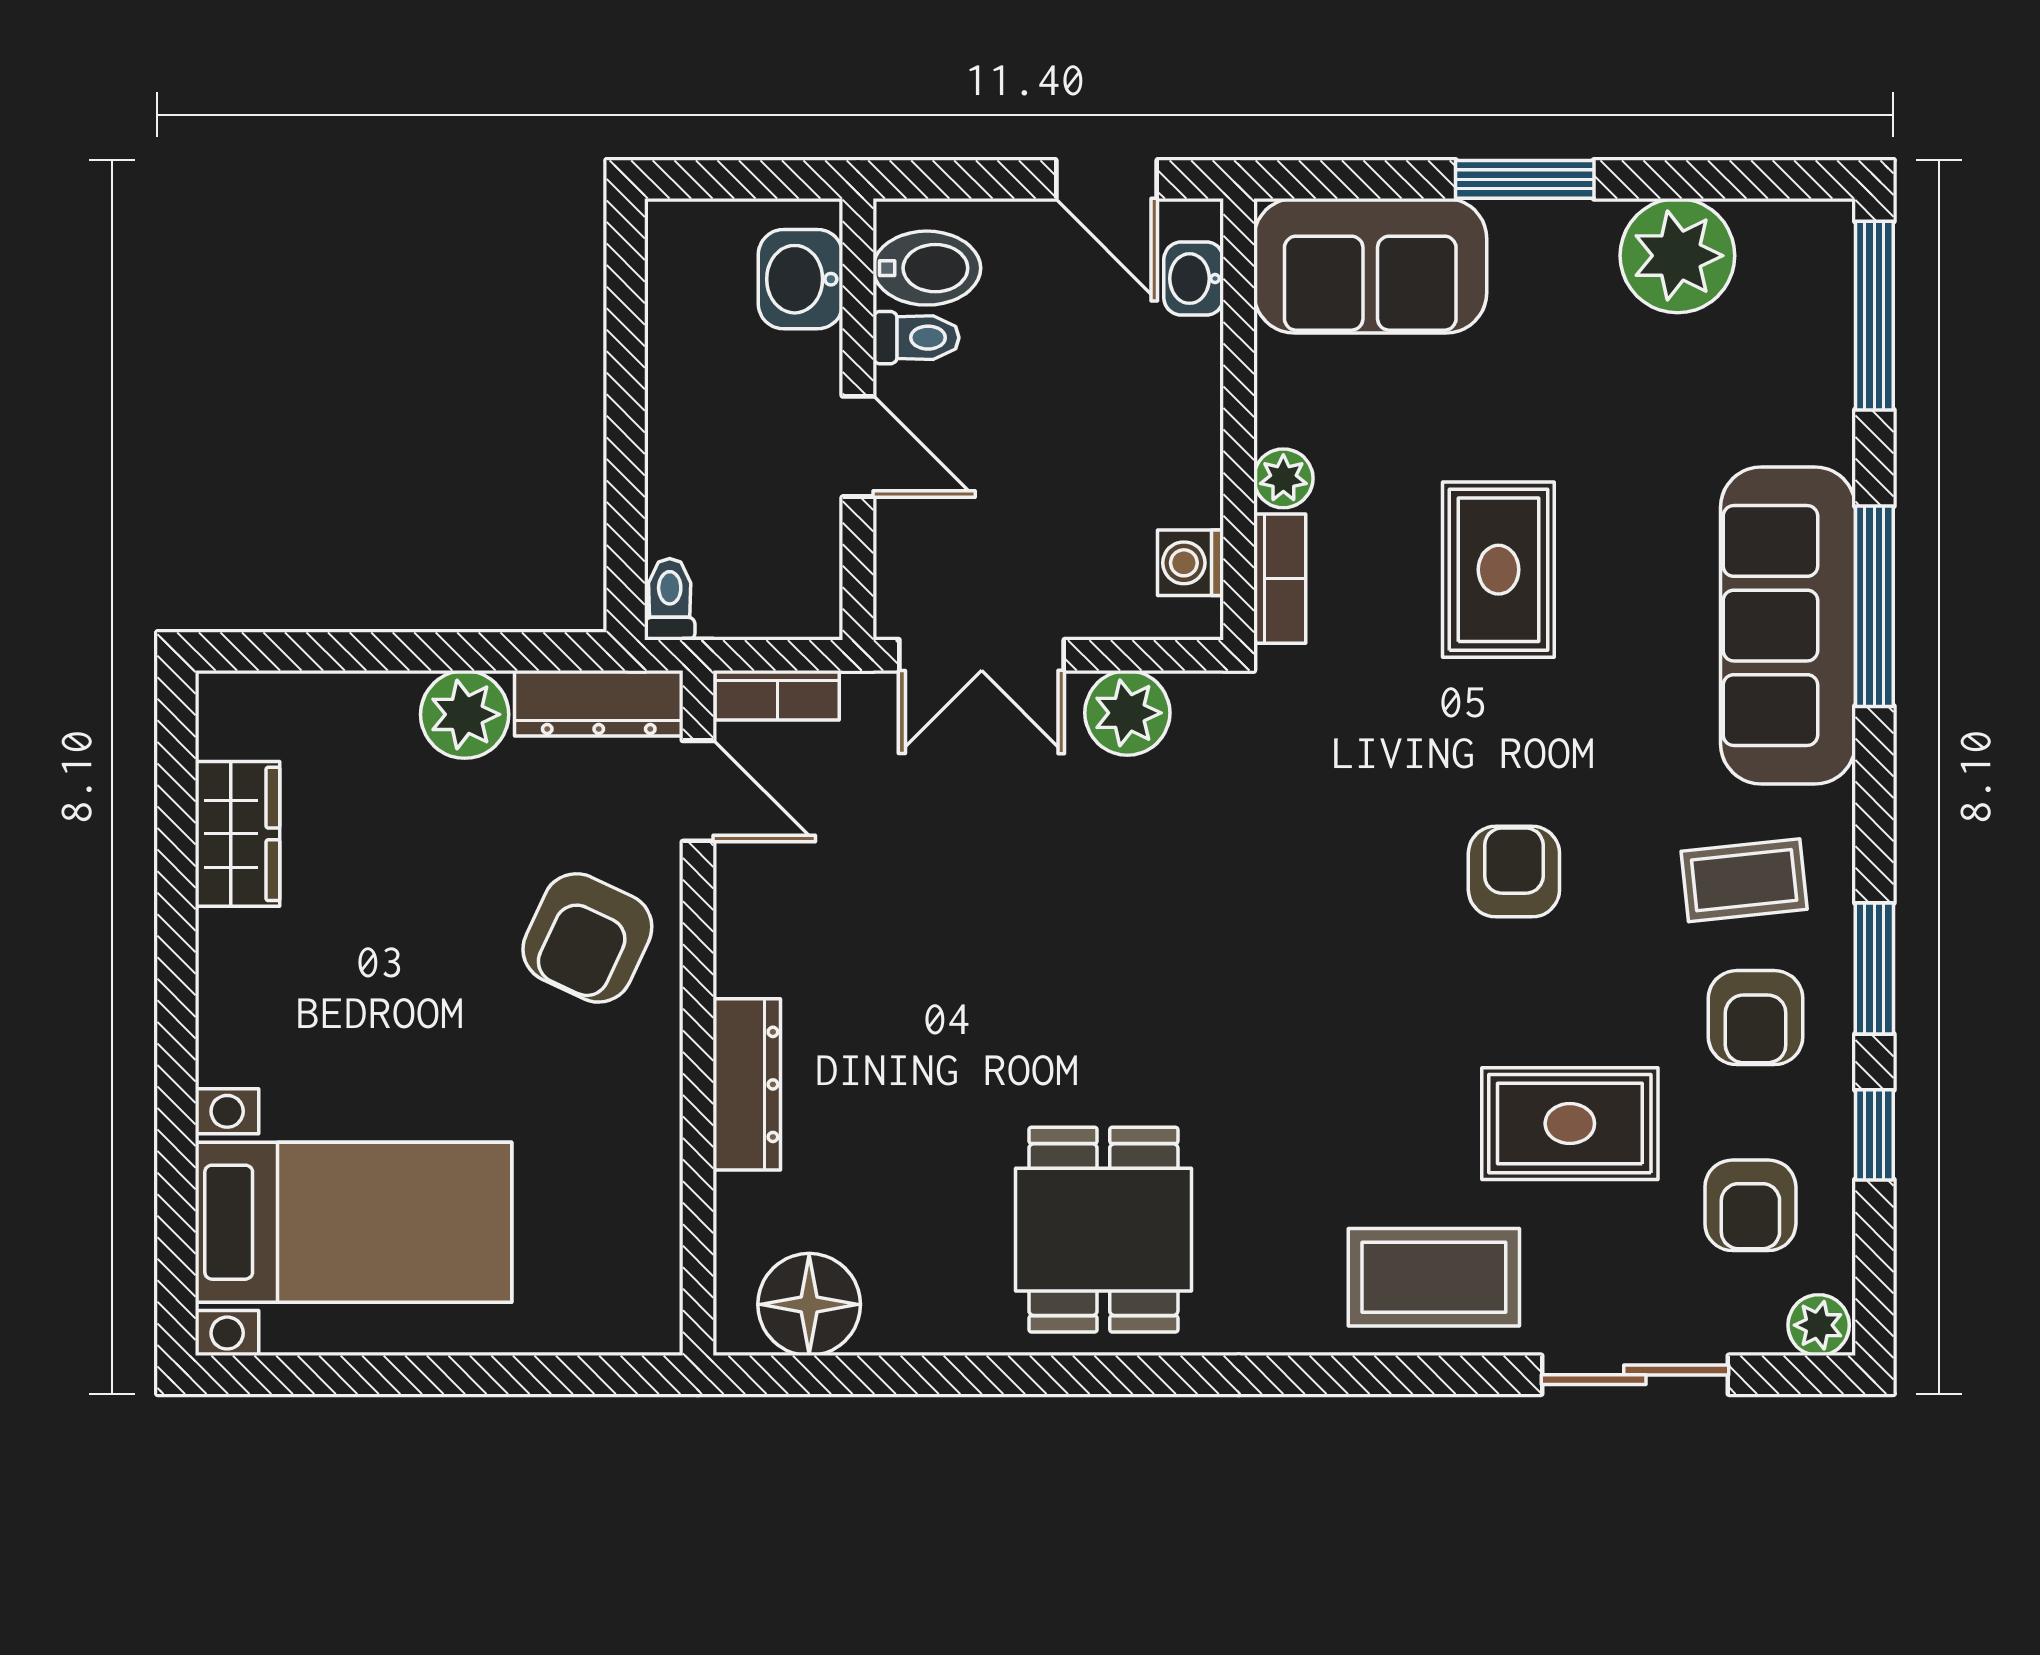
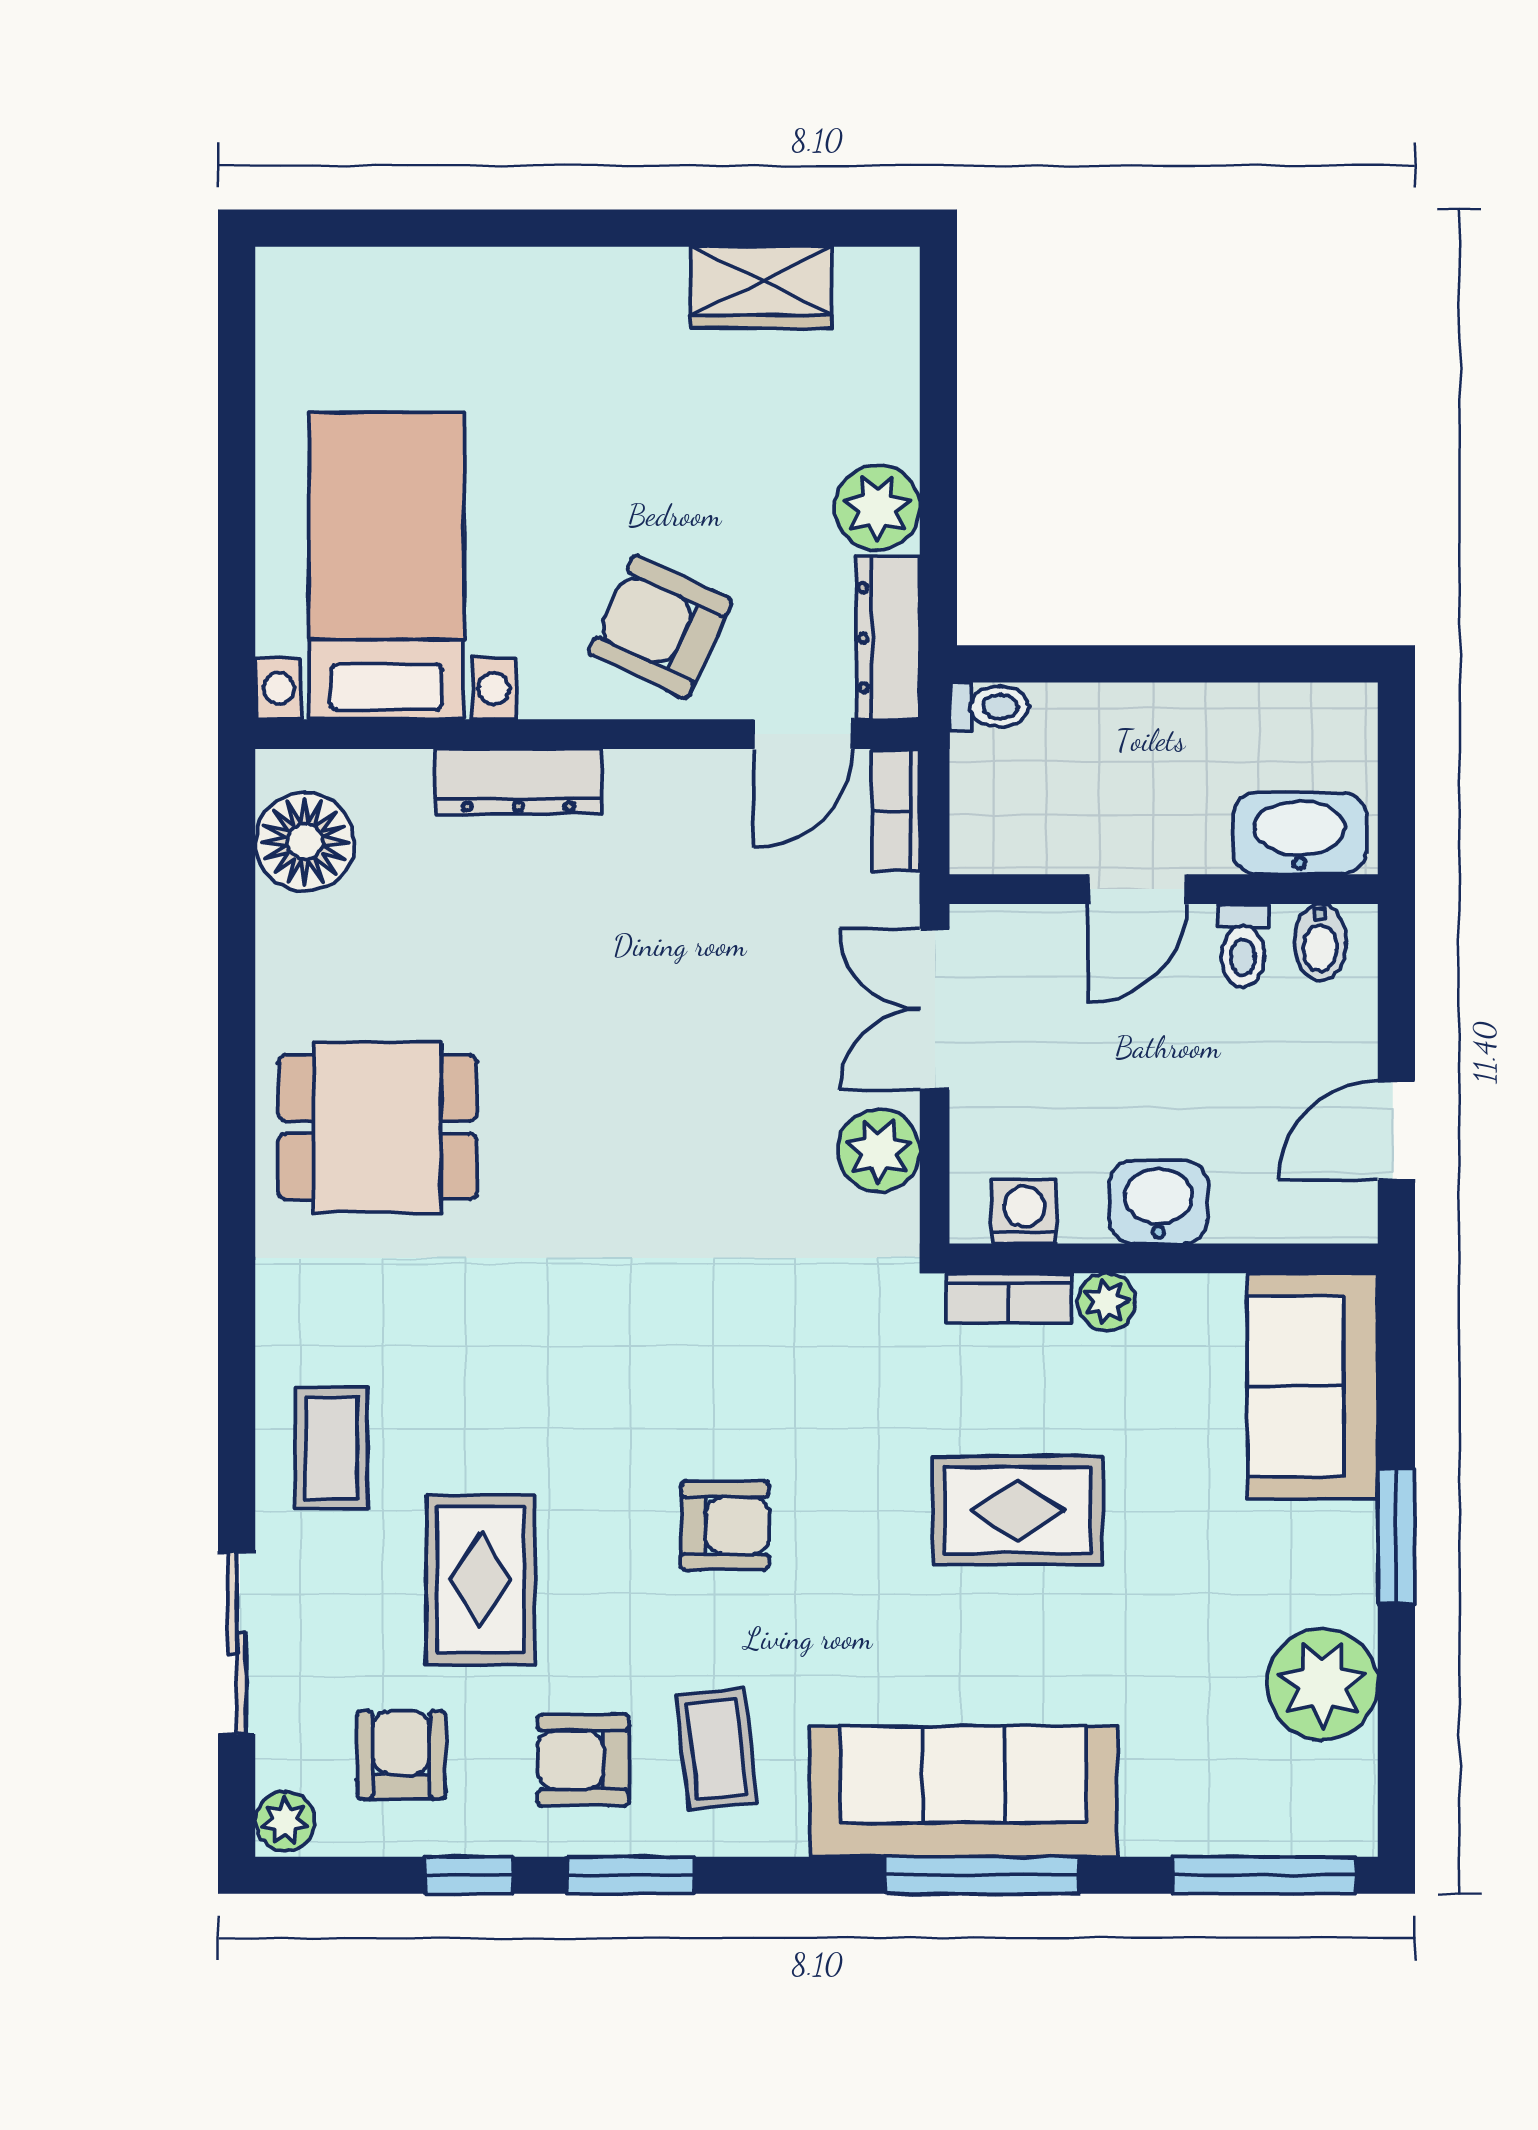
bidet: (927, 268) -> (1320, 942), width x0.72, depth x0.74
washbasin: (801, 279) -> (1300, 833), width x1.38
washbasin: (1194, 279) -> (1158, 1202), moved, width x1.38, depth x1.45
armchair: (1750, 1205) -> (401, 1755), turned 90
bed with nightstands: (354, 1222) -> (386, 566), moved, turned 180
coffee table: (1434, 1277) -> (331, 1448), width x0.73, depth x0.77

